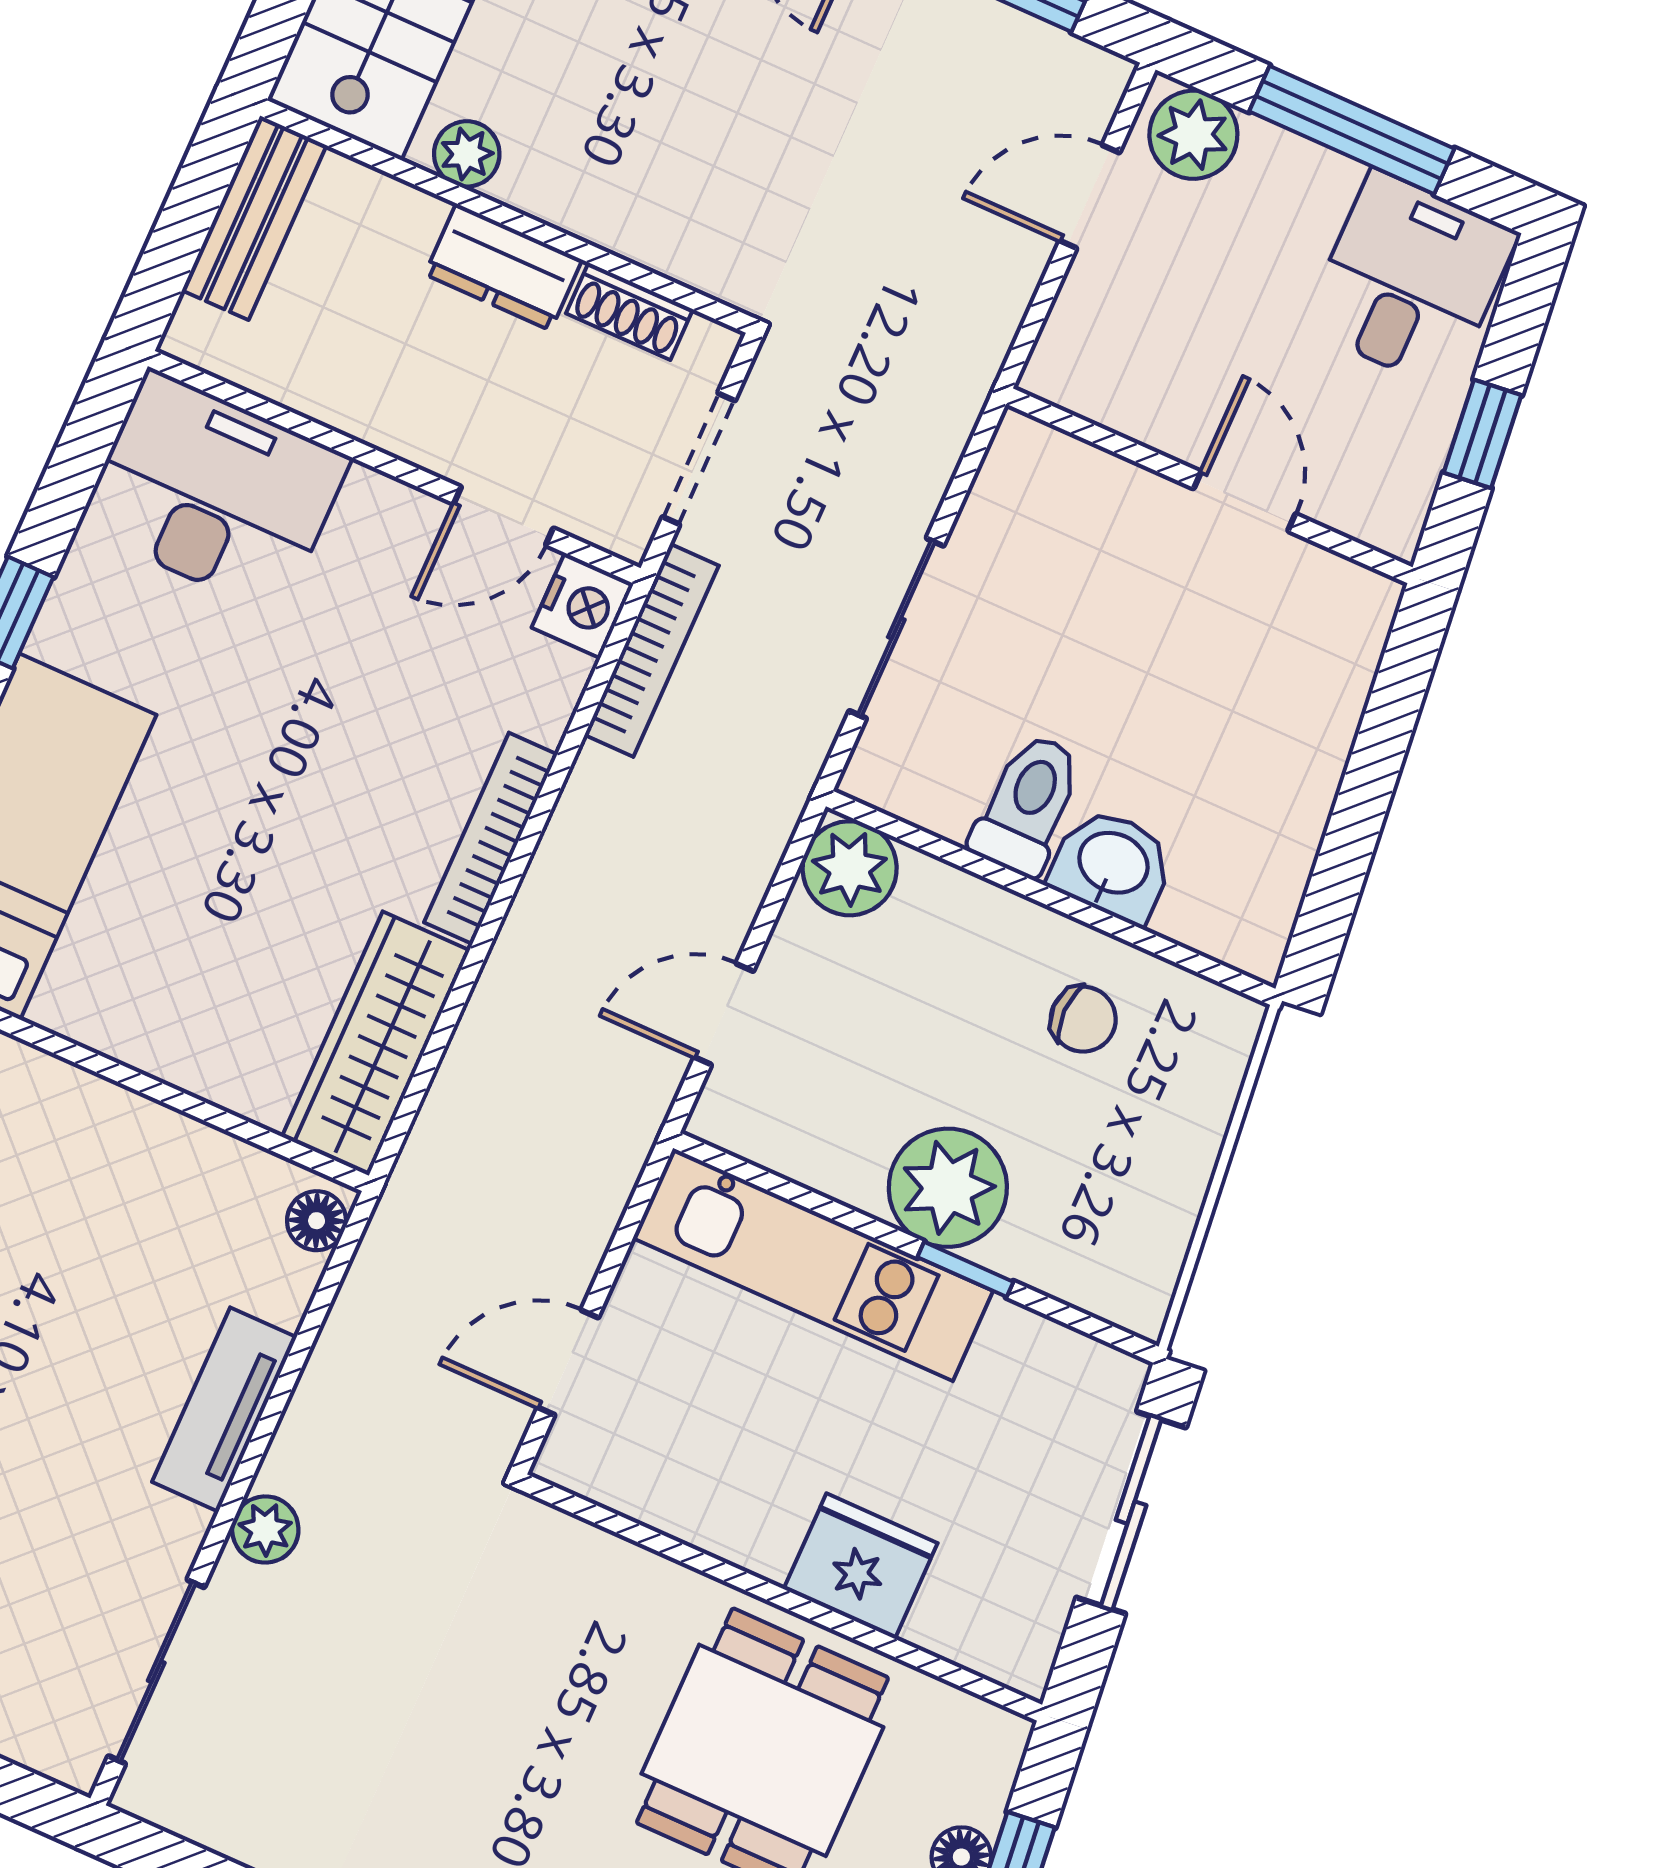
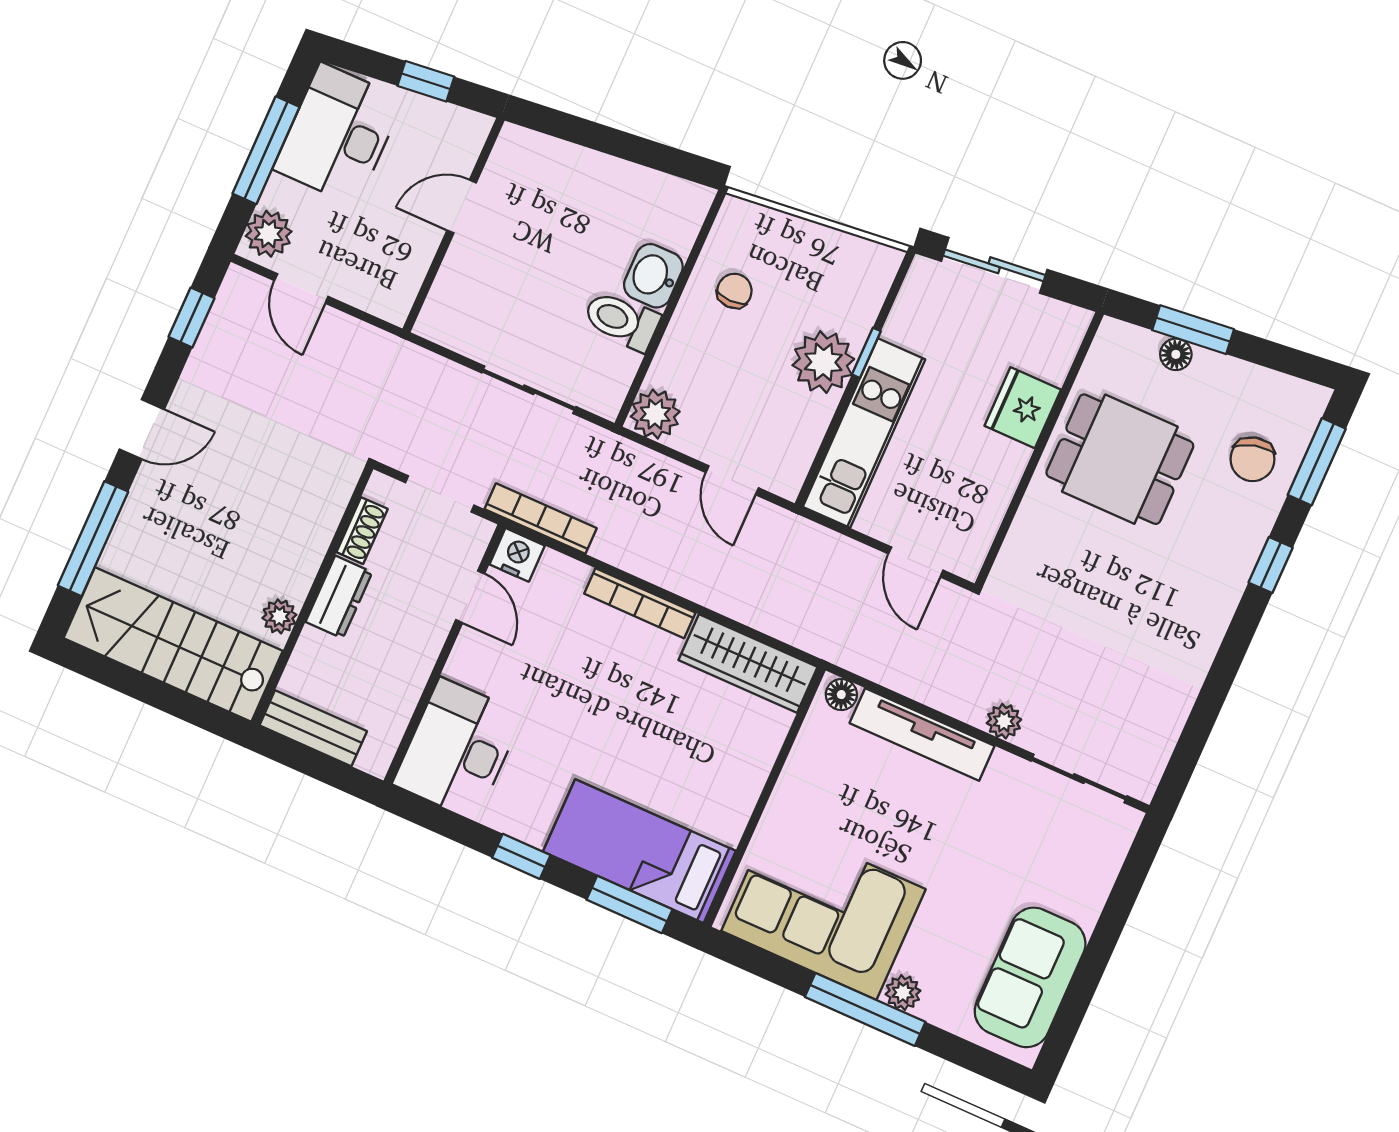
desk: (1410, 280) -> (338, 134), width x1.37
tv unit: (224, 1410) -> (922, 735), width x1.41

